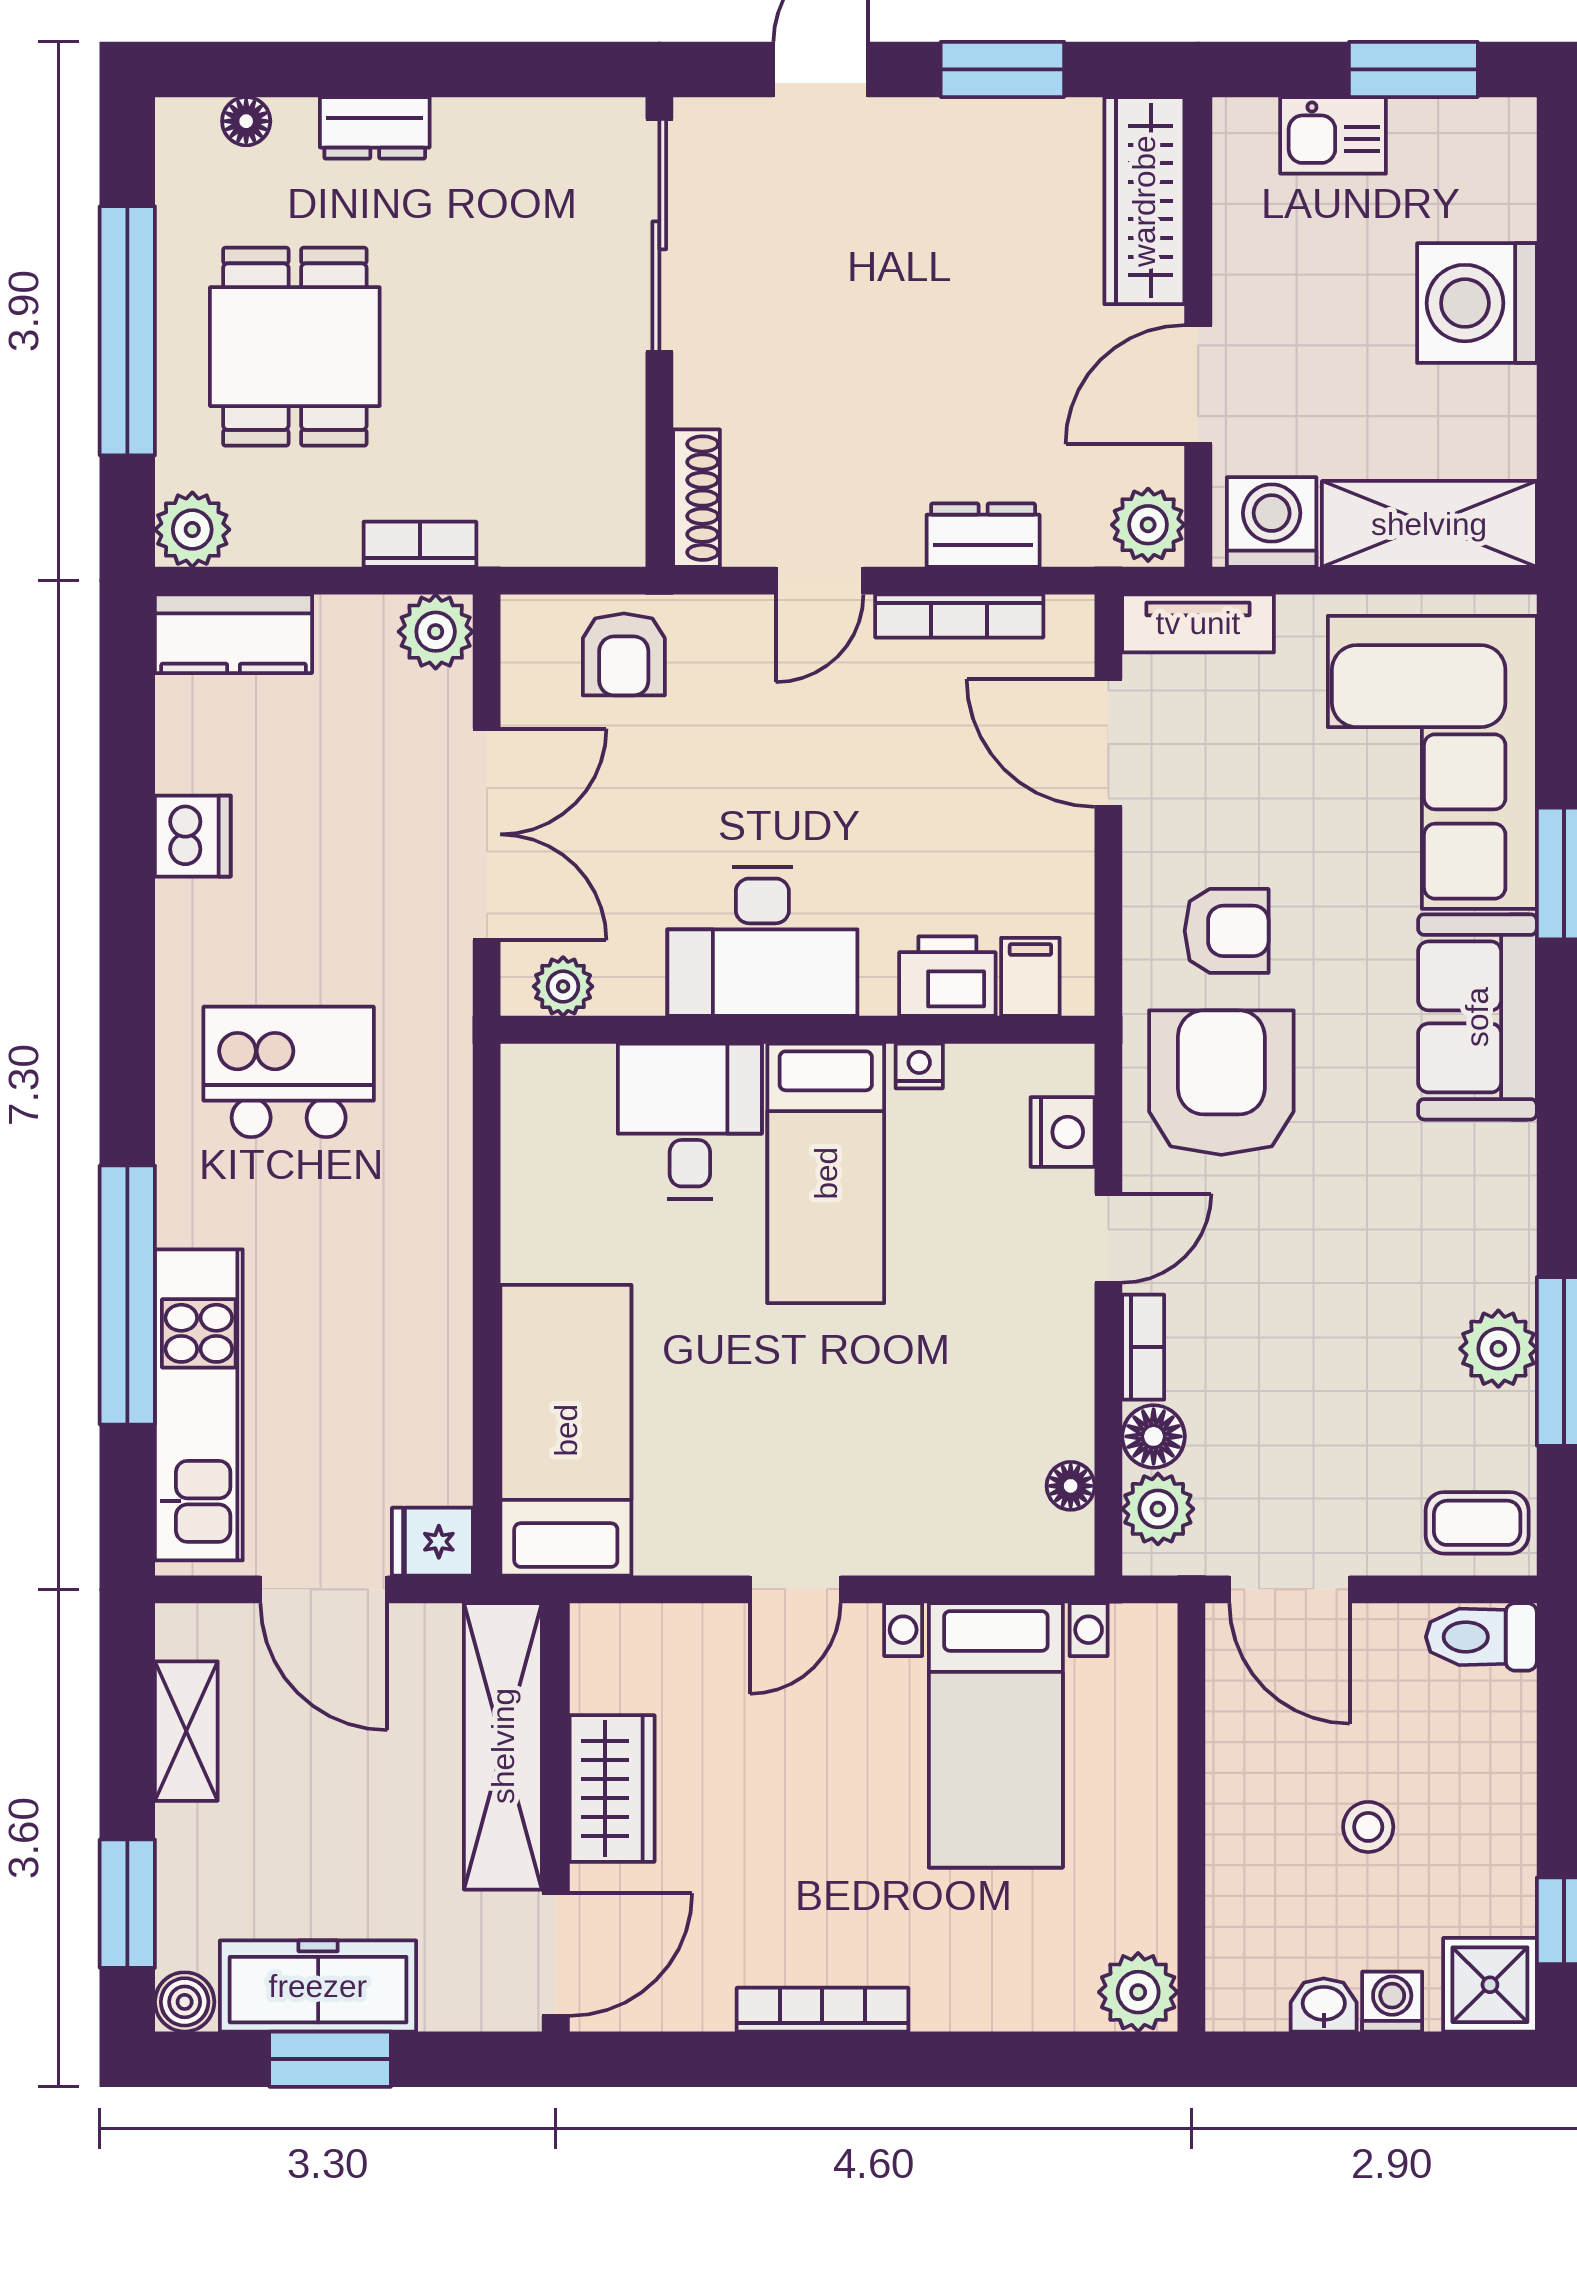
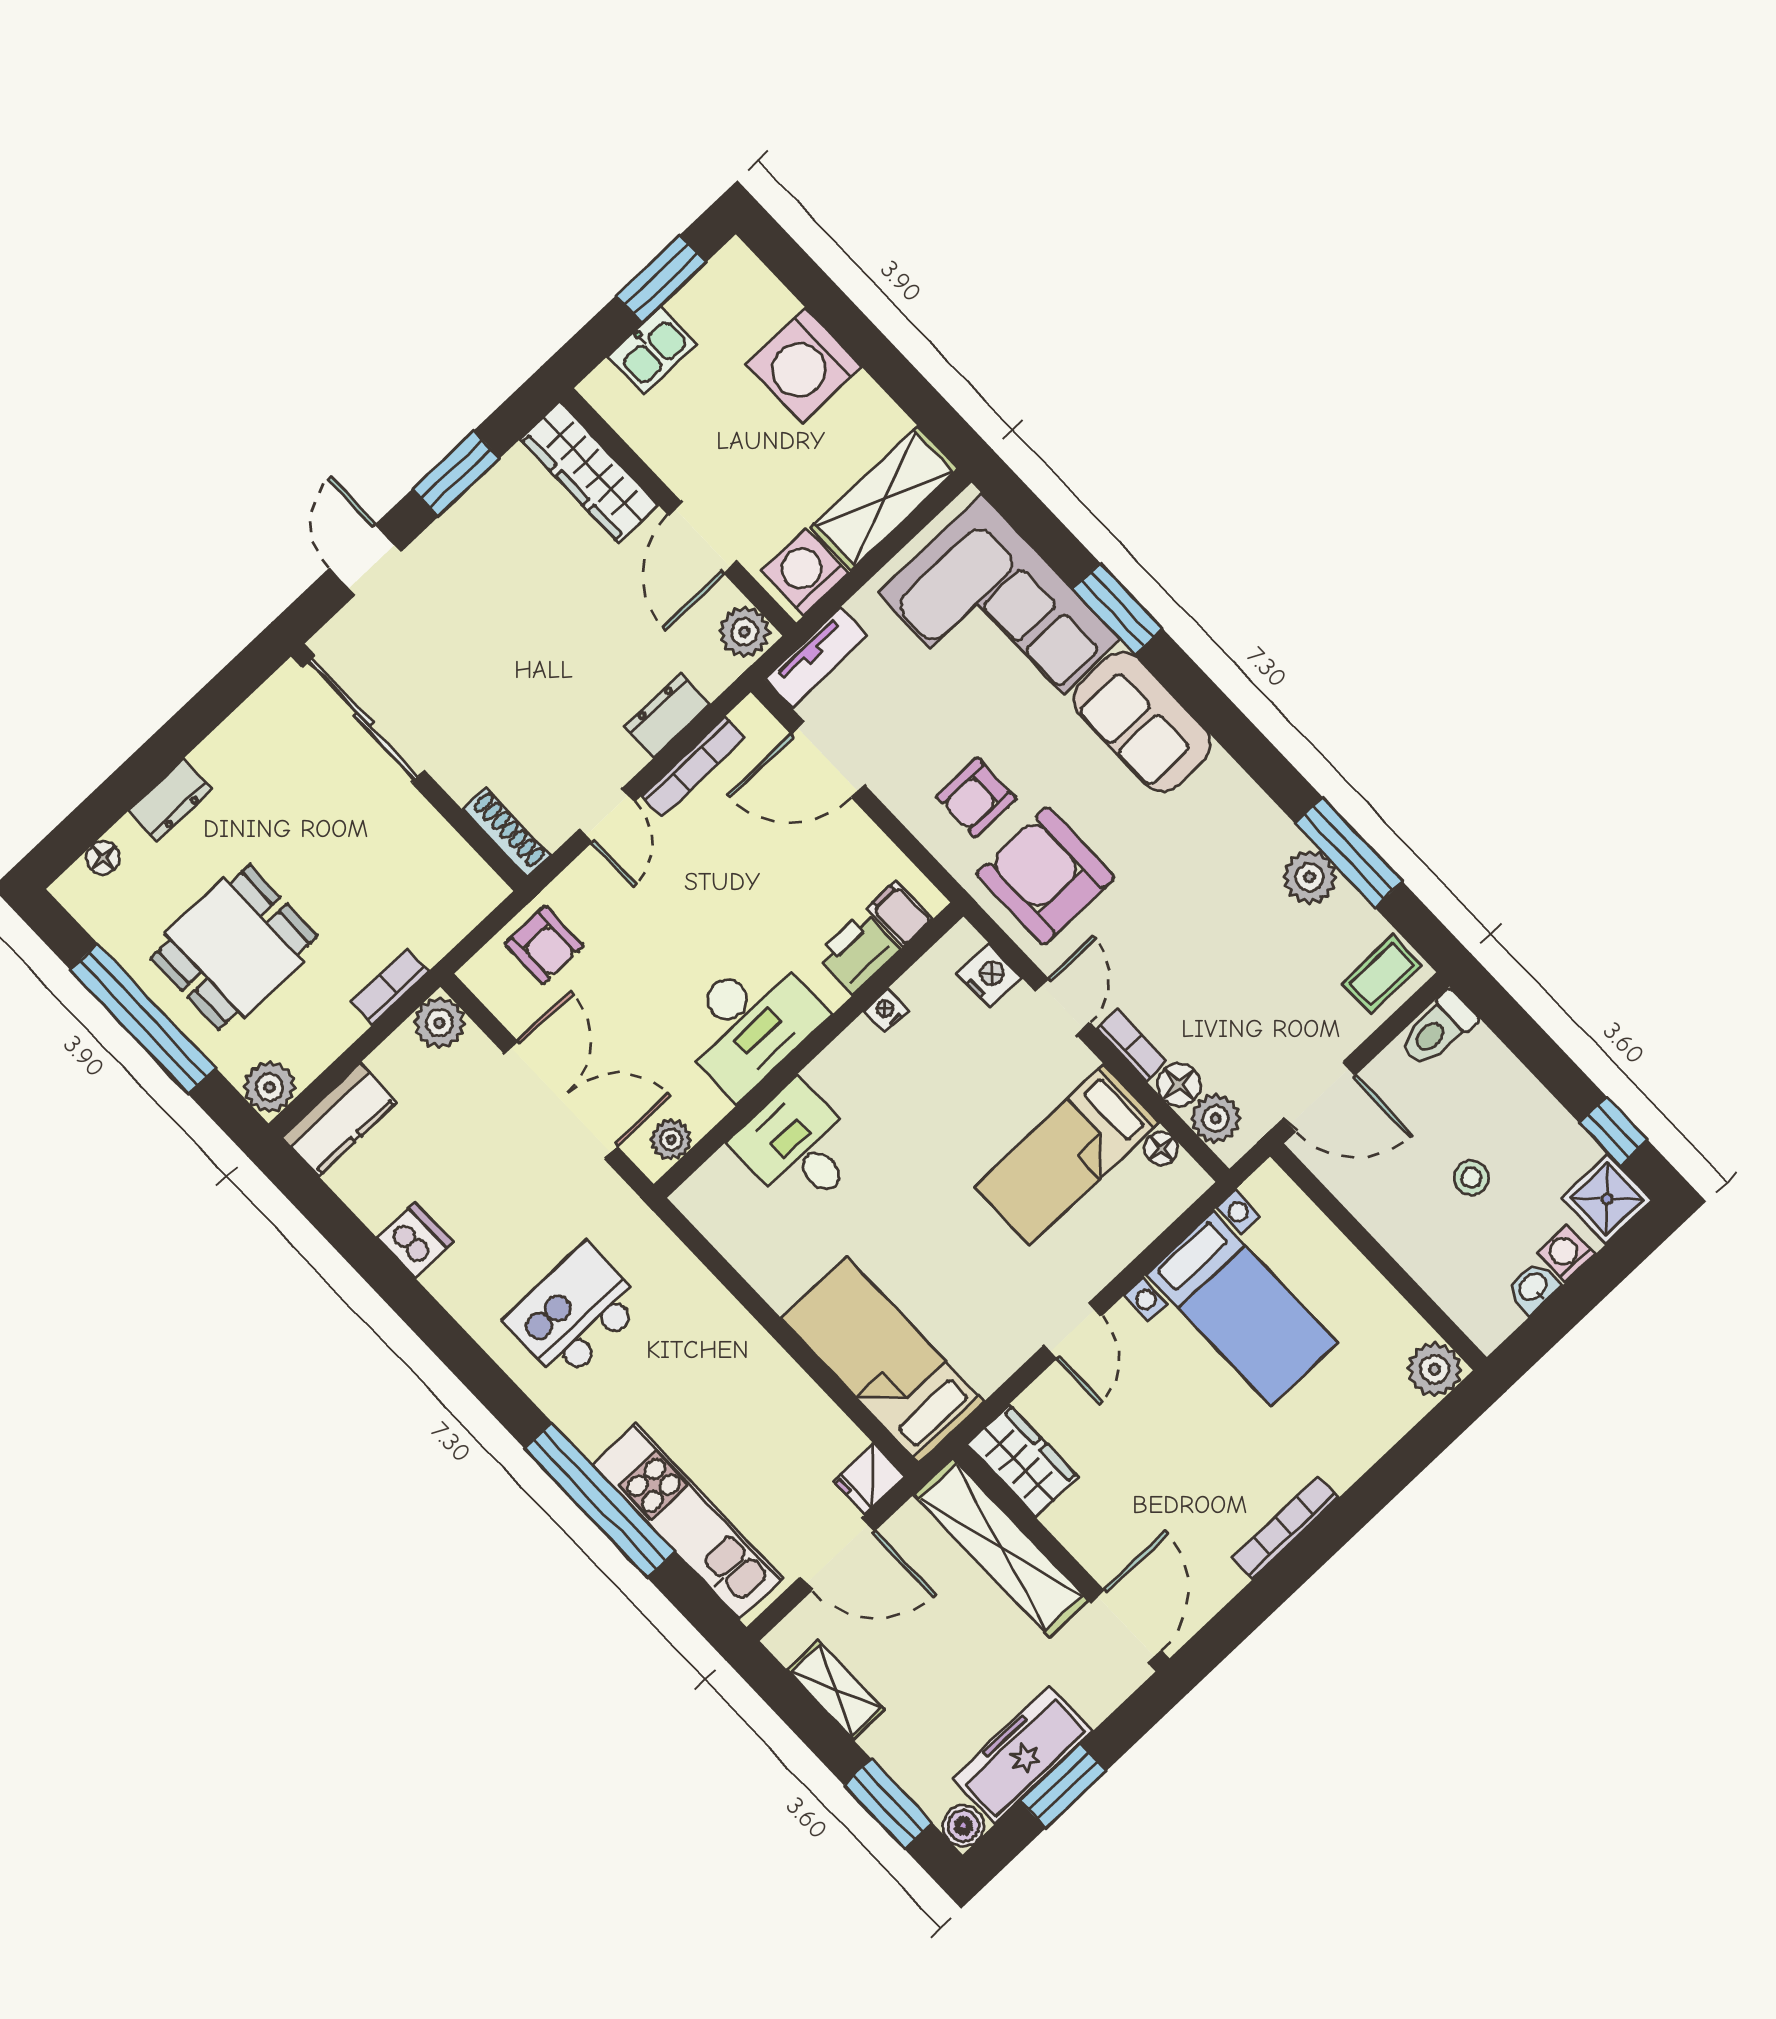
dining table: (295, 347) -> (234, 947), turned 90
armchair: (1227, 931) -> (976, 798), turned 180
bed: (826, 1173) -> (1067, 1155), moved, turned 90
wardrobe: (612, 1788) -> (1022, 1461), moved

